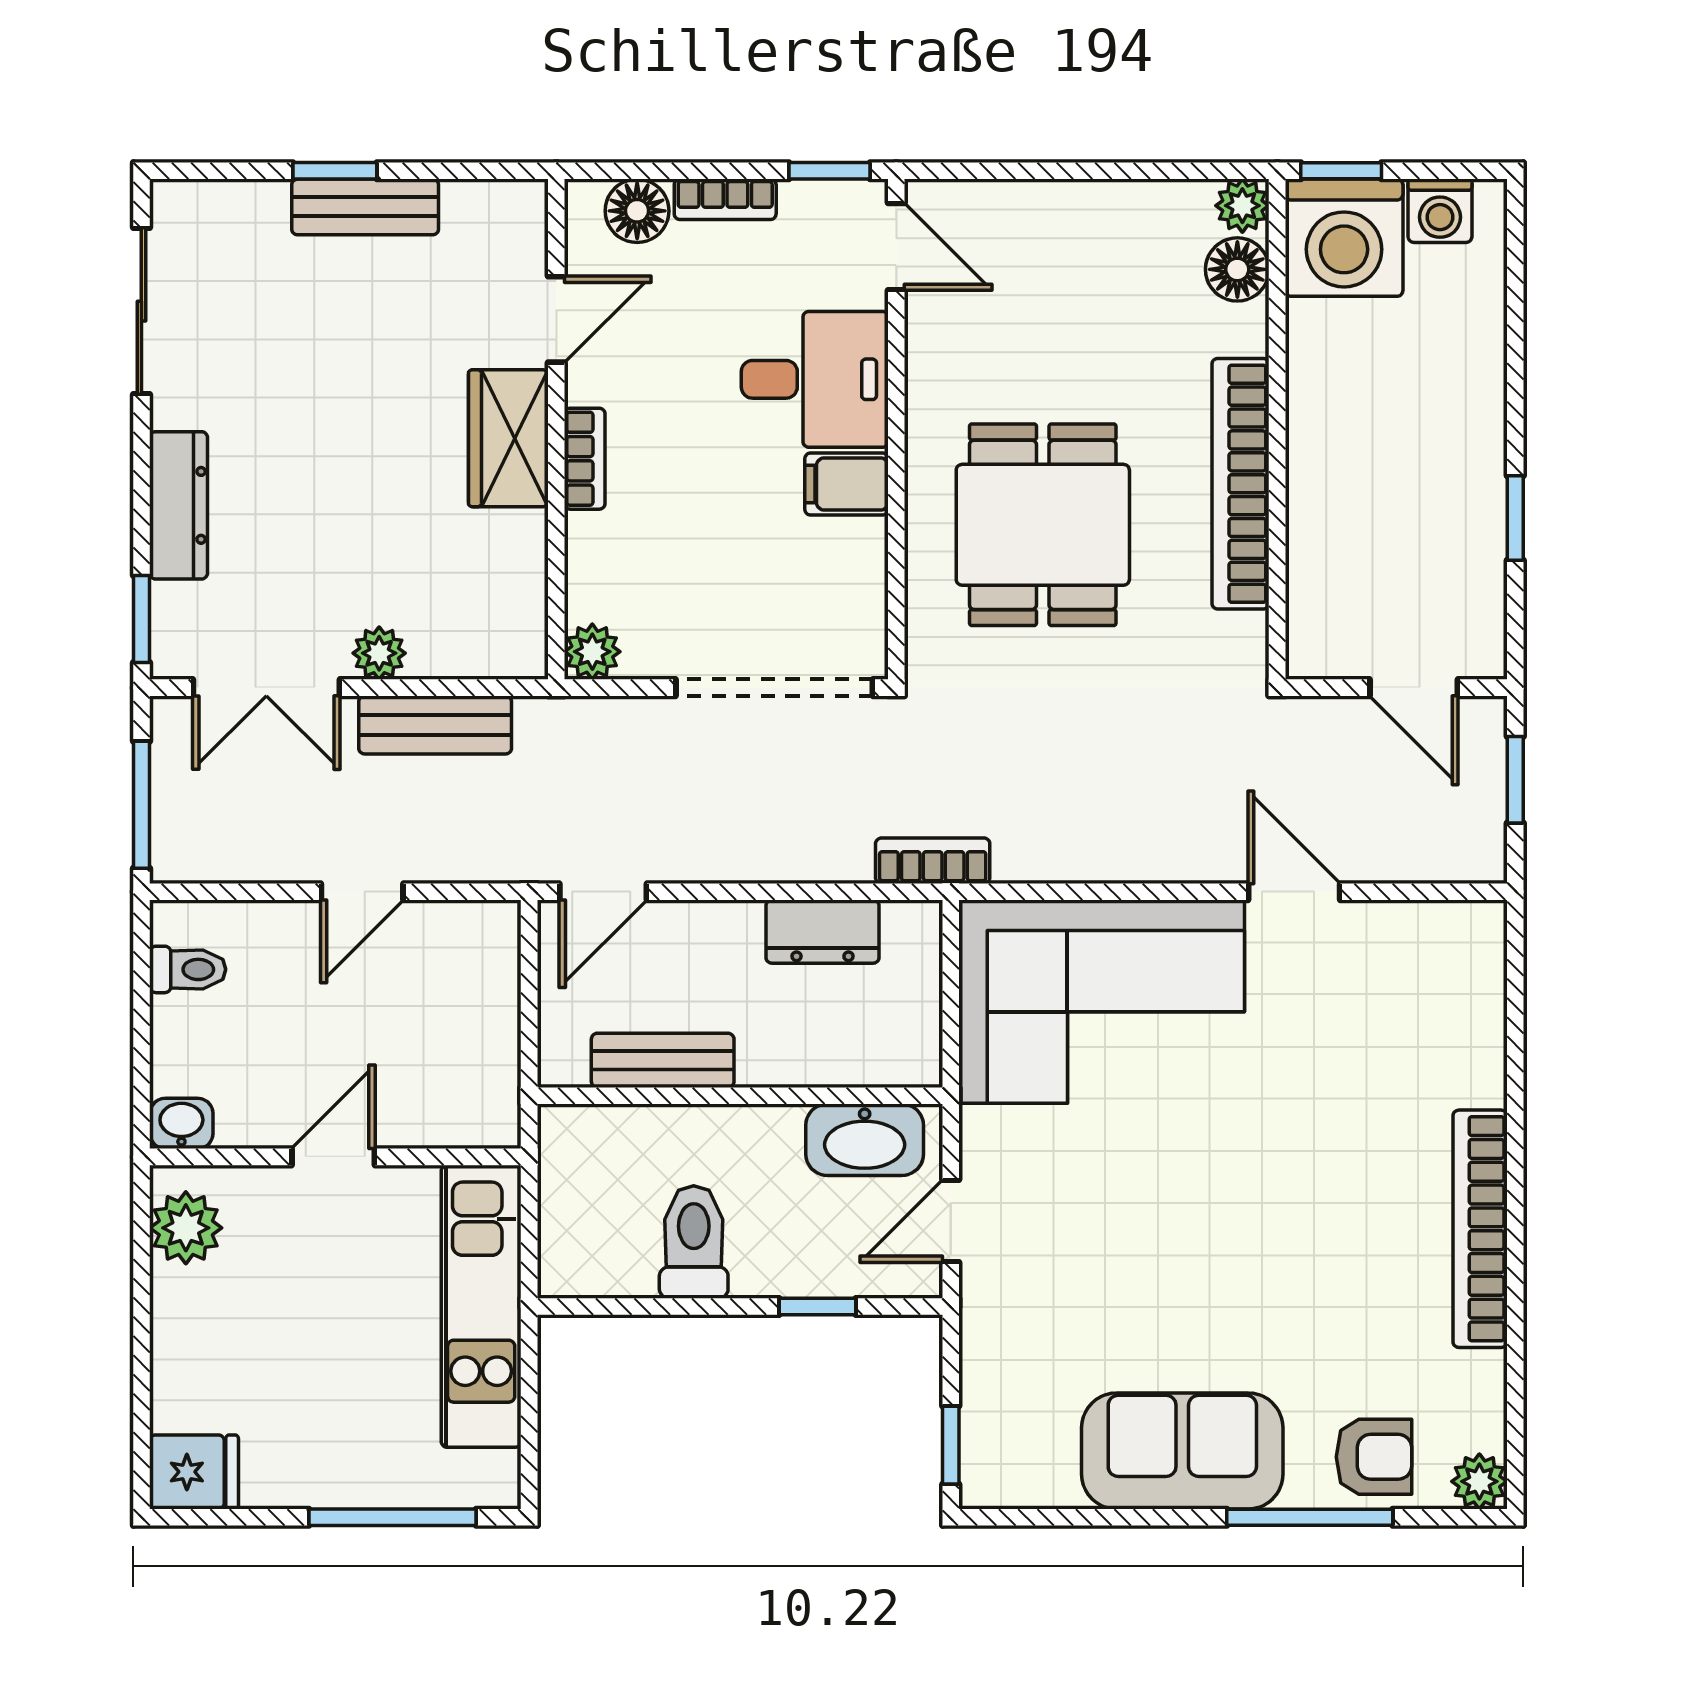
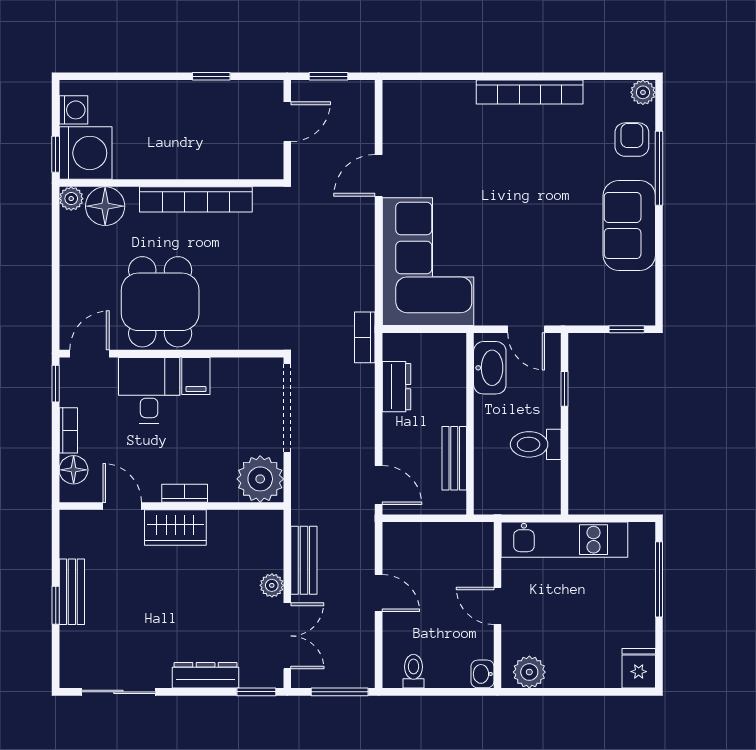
floor lamp: (1237, 269) -> (105, 206), width x1.38, depth x1.38
dining table: (1043, 525) -> (160, 302), moved, turned 90
plant: (592, 652) -> (260, 479), width x1.88, depth x1.88

